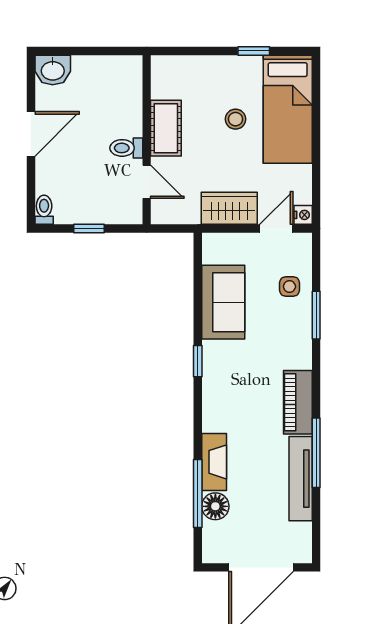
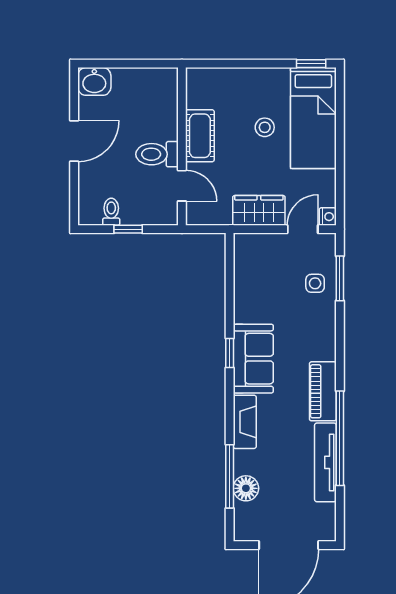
window: (254, 51) -> (311, 64), moved
toilet: (126, 148) -> (157, 154), width x1.37, depth x1.39
toilet: (44, 210) -> (111, 212), moved
sofa: (223, 302) -> (253, 359), moved
window: (316, 315) -> (340, 278), moved
window: (316, 453) -> (340, 438), width x1.46
fireplace: (214, 462) -> (245, 422), moved

